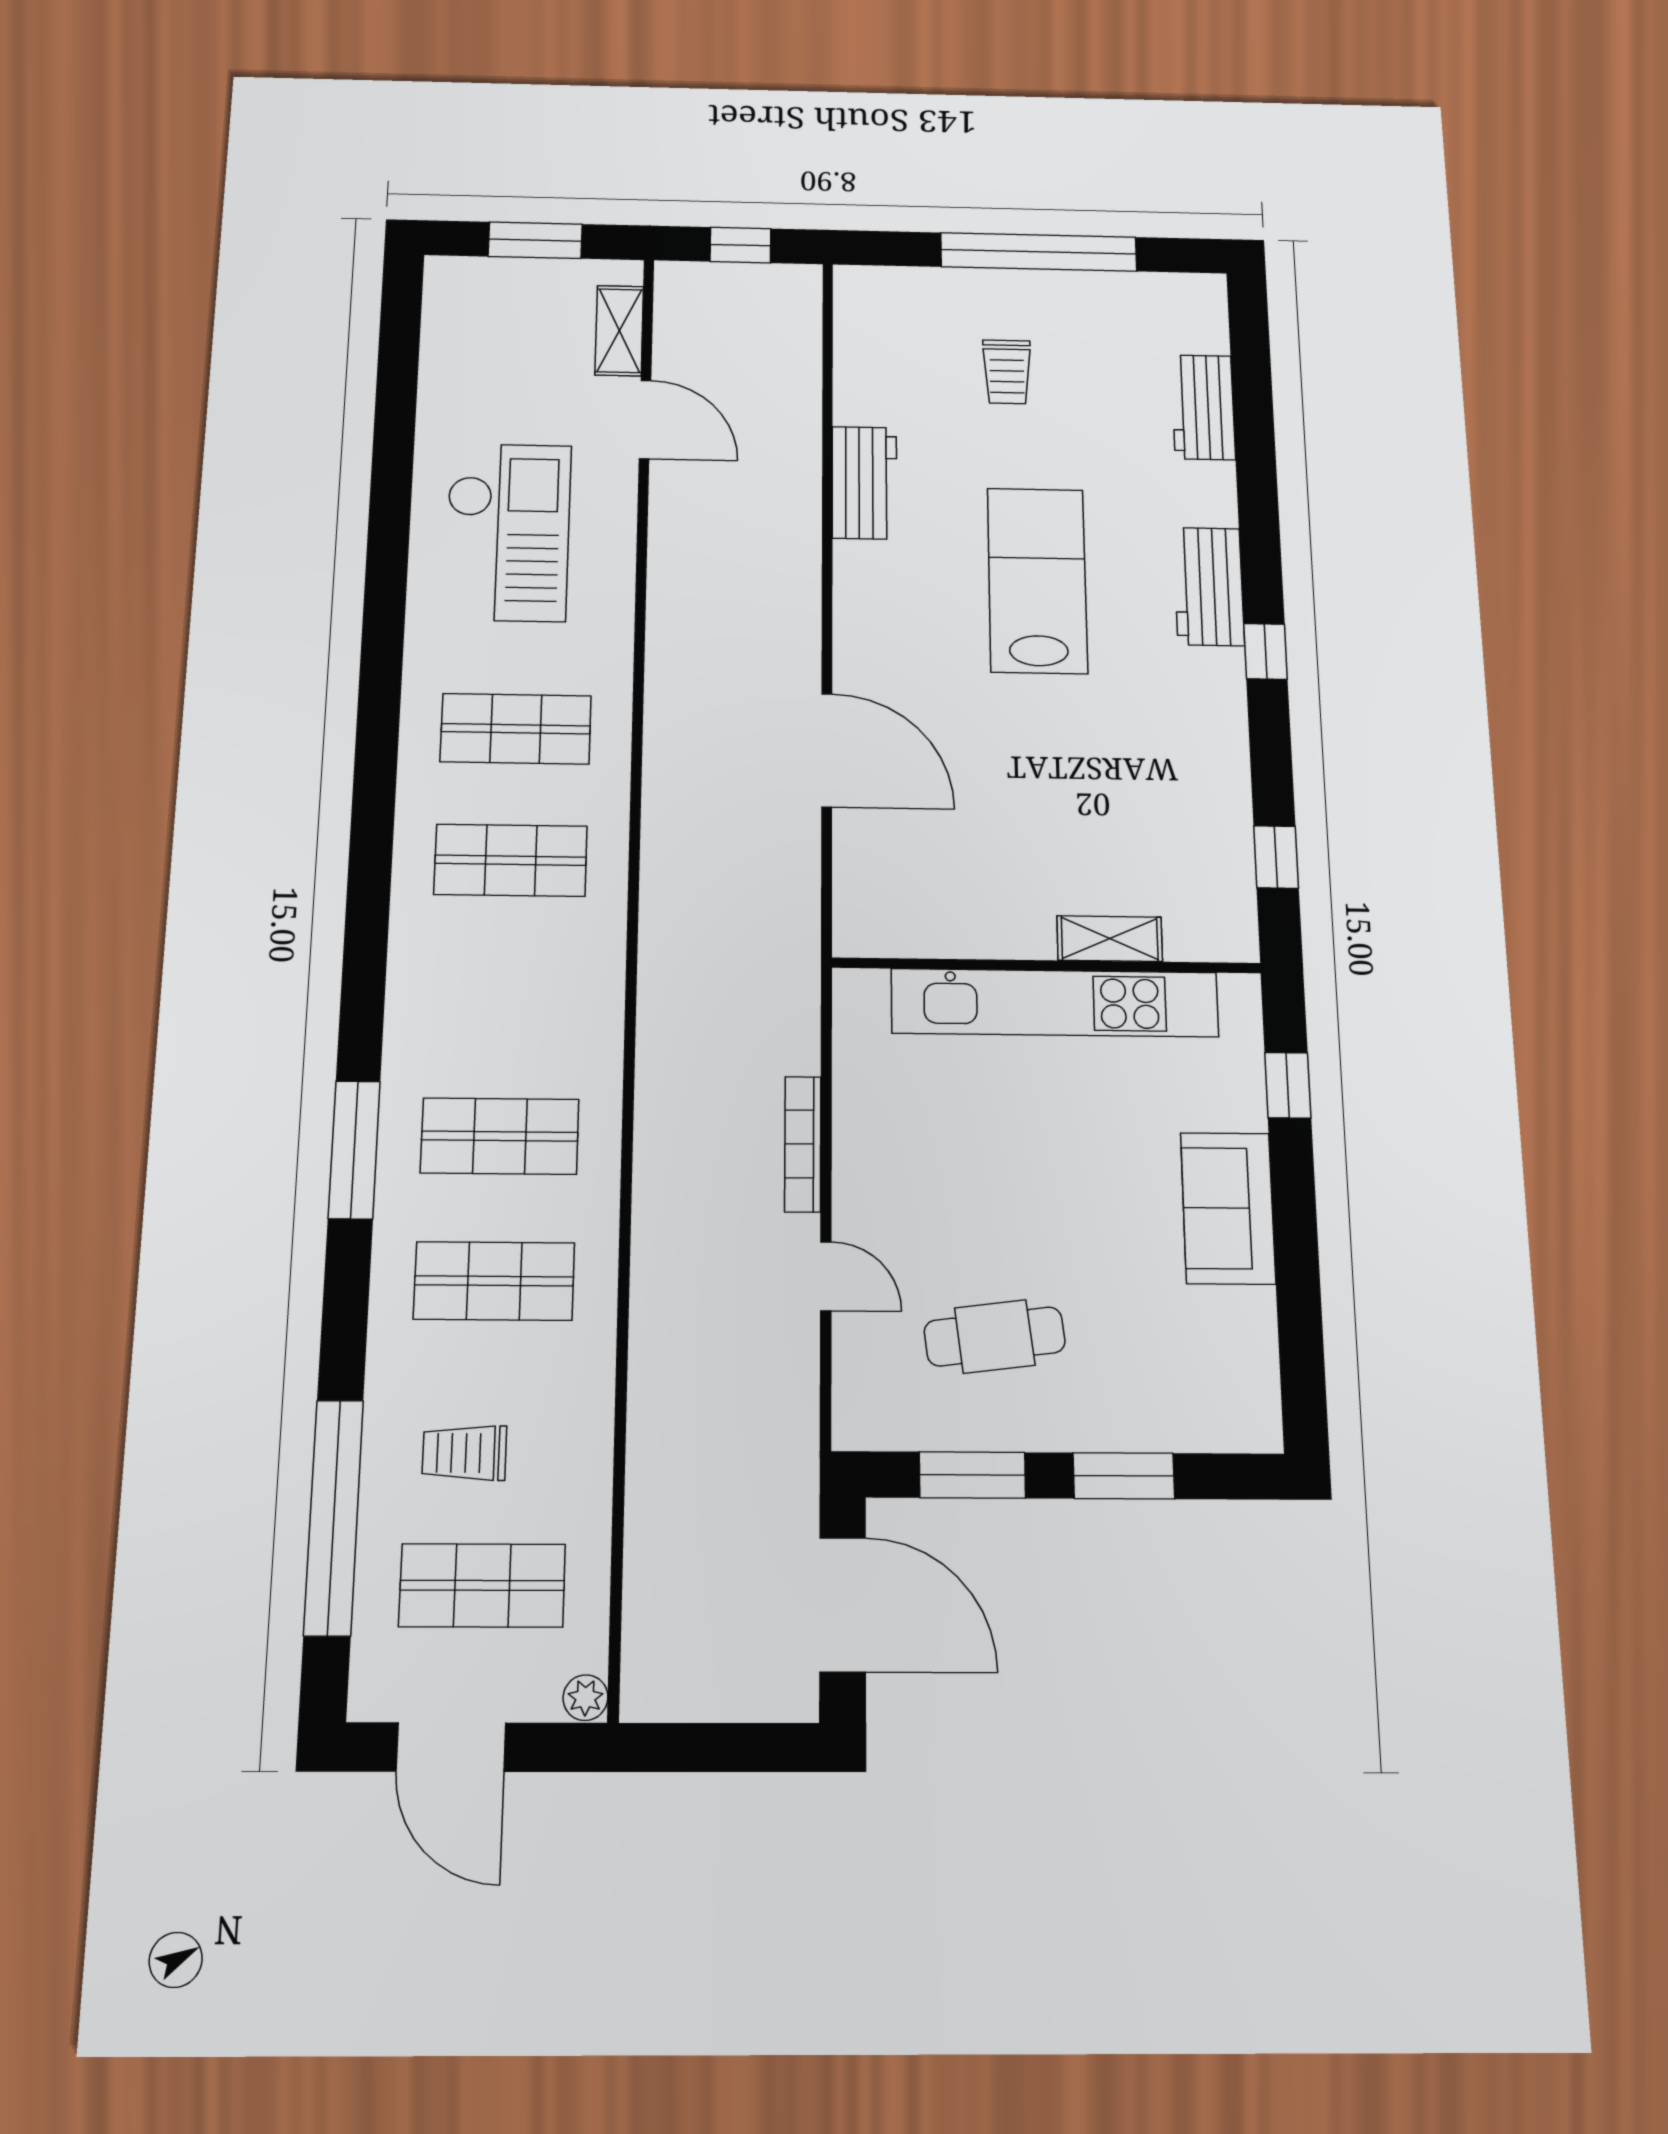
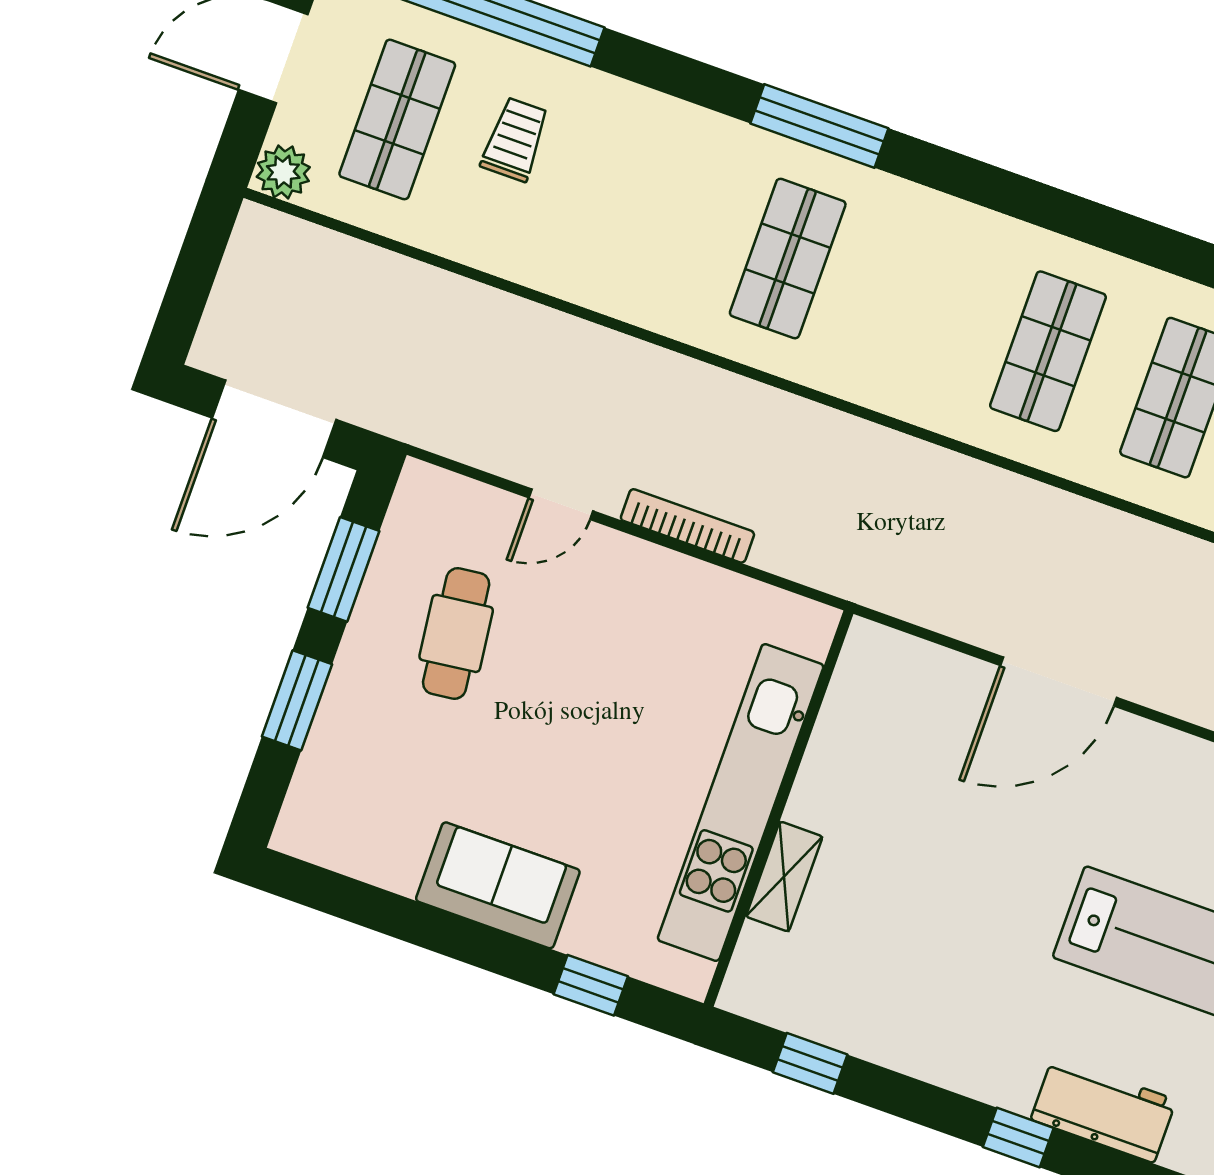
shop shelf: (494, 1281) -> (657, 212), removed
plant: (585, 1698) -> (283, 172), width x1.38, depth x1.38

